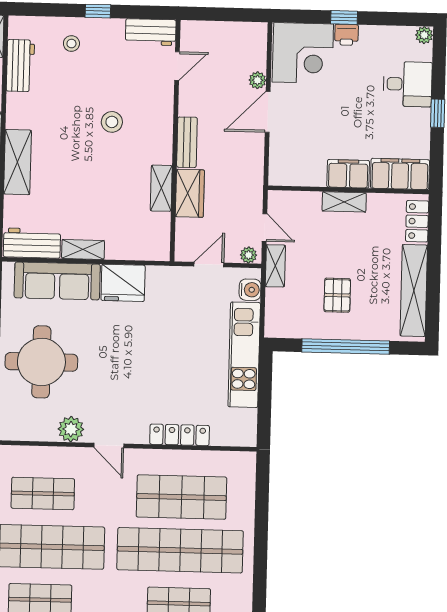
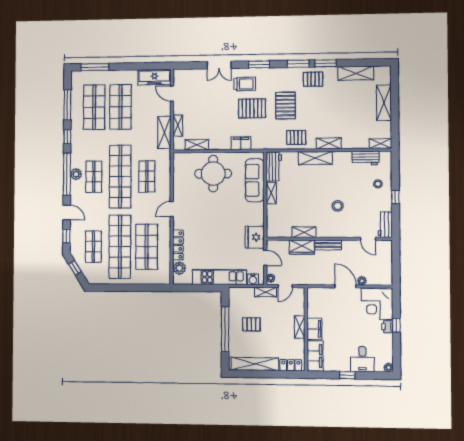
fridge: (123, 283) -> (255, 237), moved
plant: (71, 429) -> (179, 268), moved

